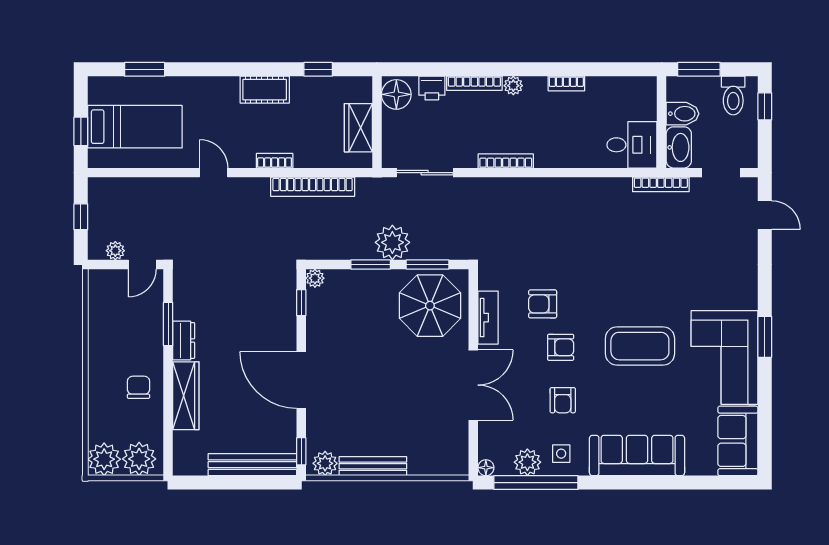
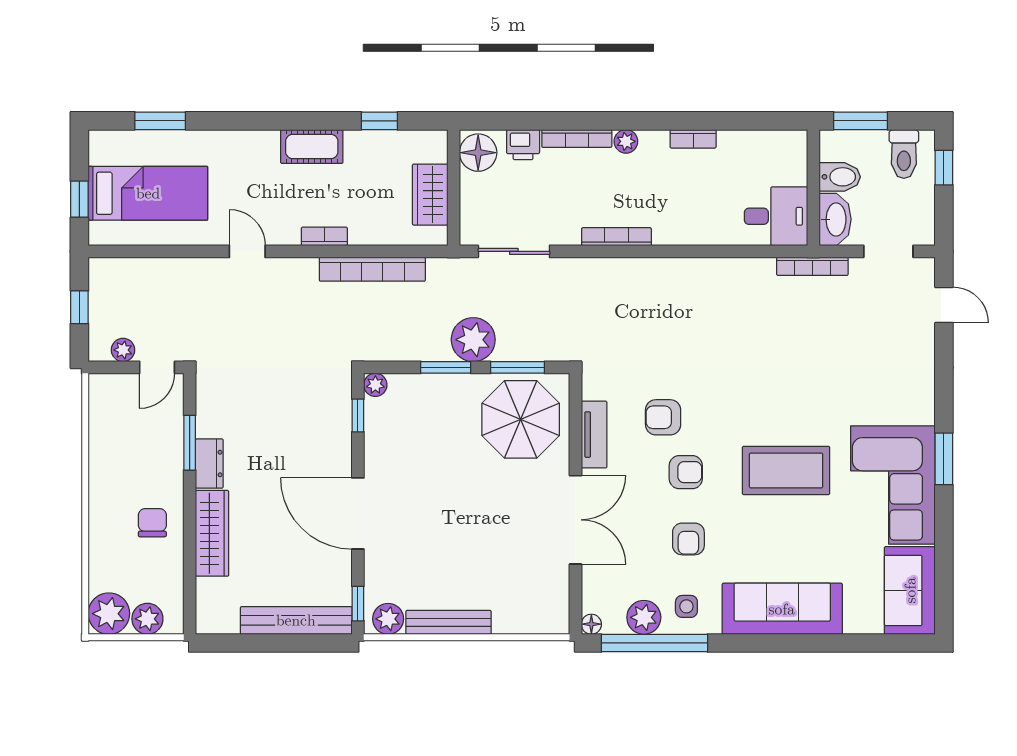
plant: (139, 459) -> (147, 619), width x0.73, depth x0.73

